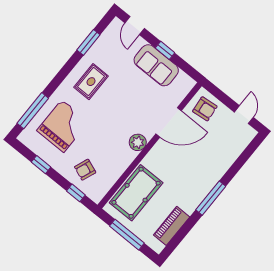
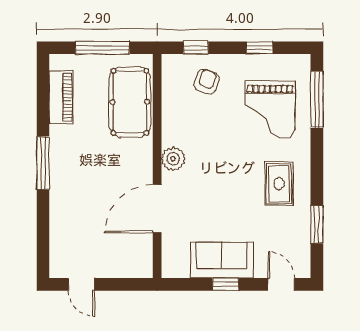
armchair: (205, 109) -> (129, 256), removed

